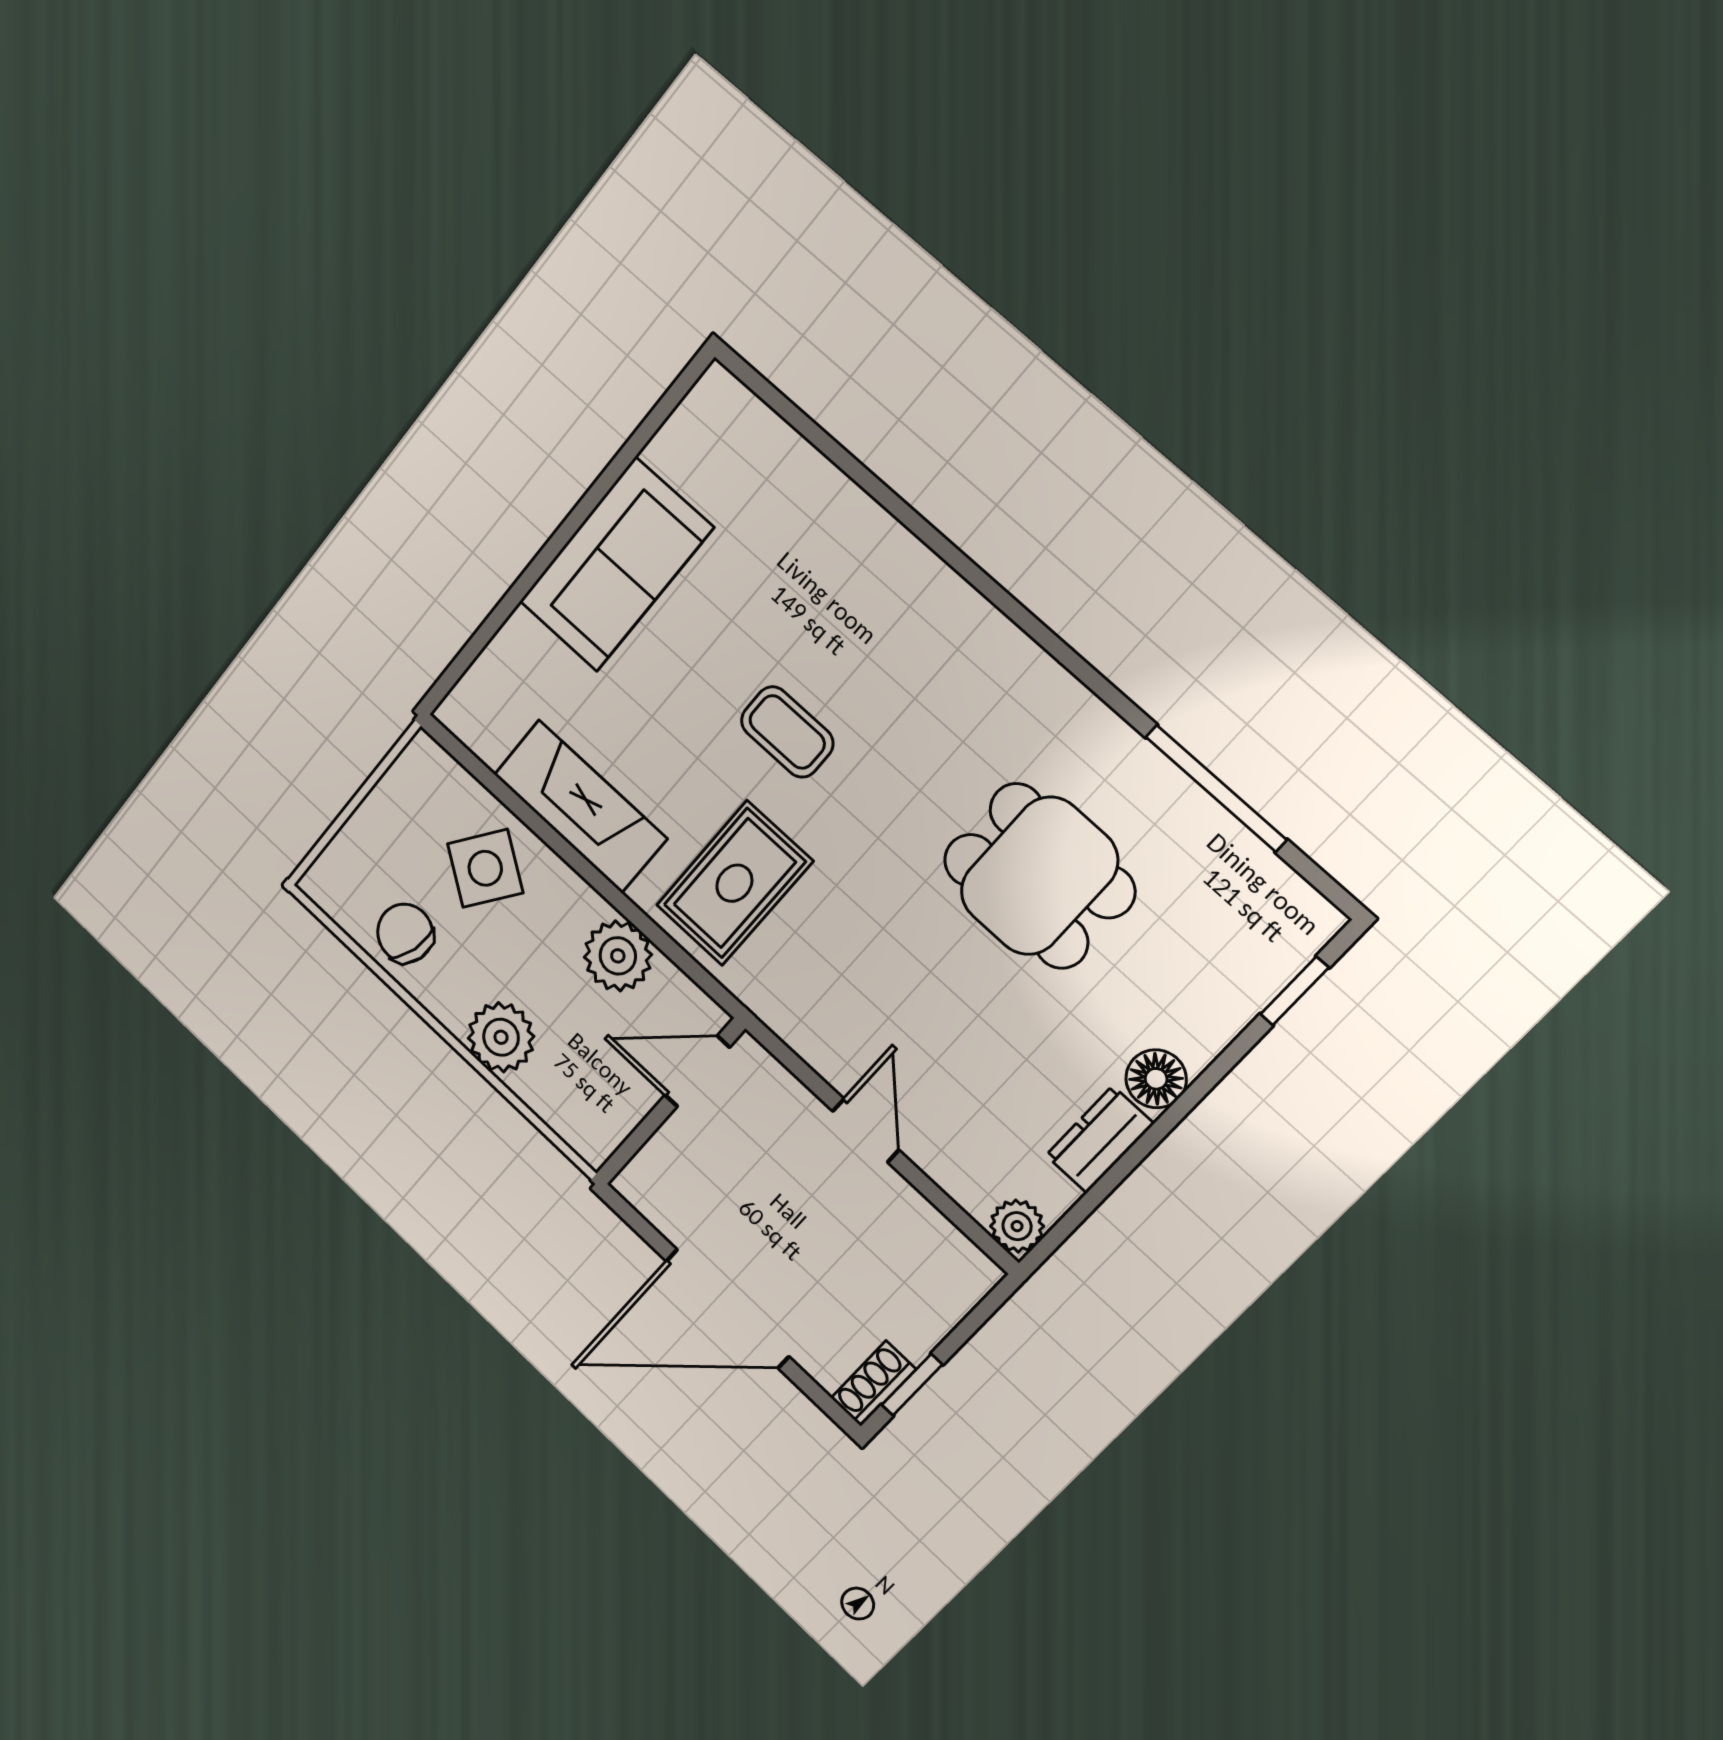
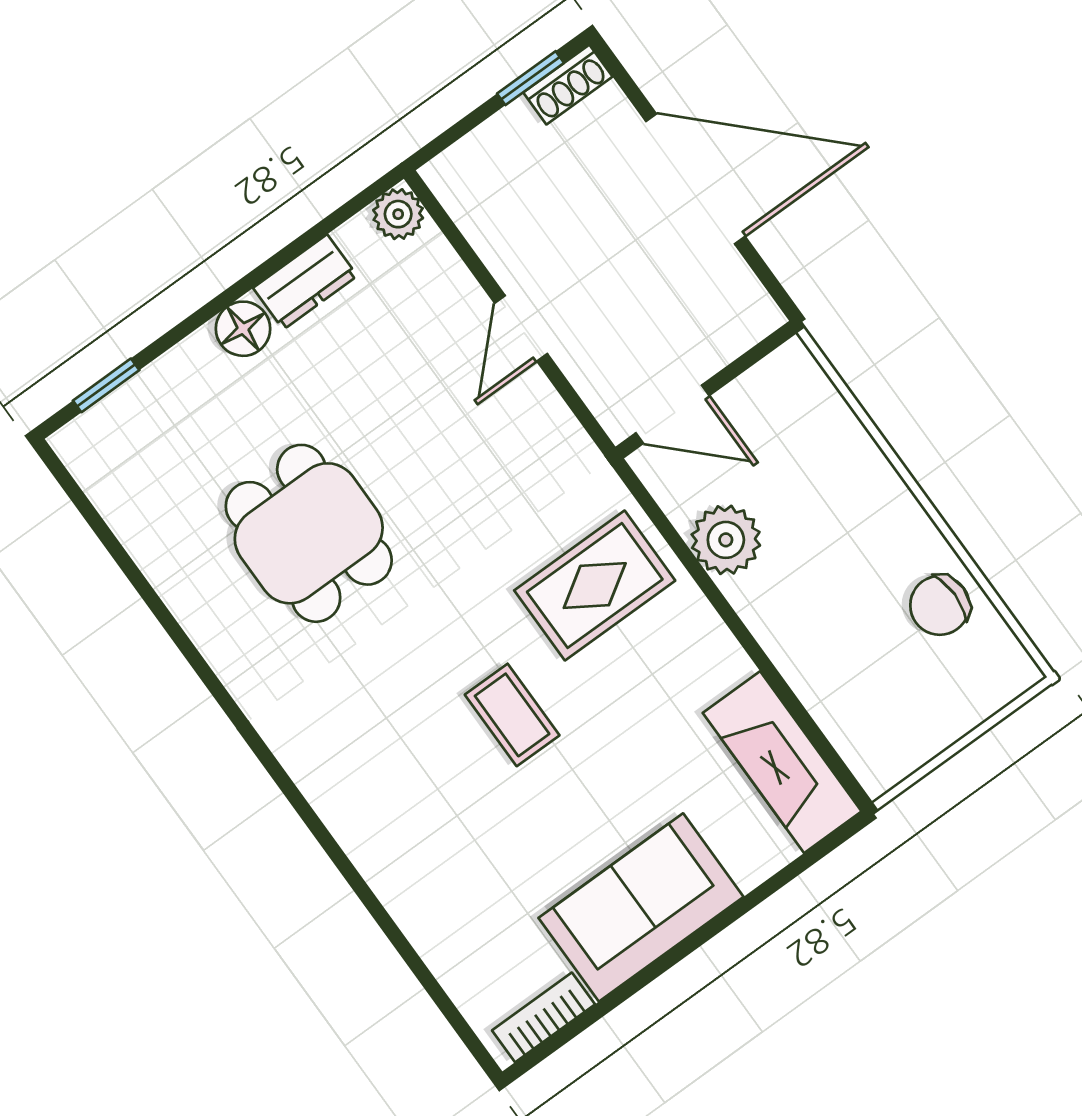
bookcase: (686, 425) -> (543, 1017), added
window: (1216, 788) -> (137, 579), removed
fireplace: (580, 807) -> (782, 762), moved
side table: (485, 868) -> (841, 651), removed
chair: (405, 933) -> (940, 605), turned 75
plant: (501, 1037) -> (864, 484), removed

